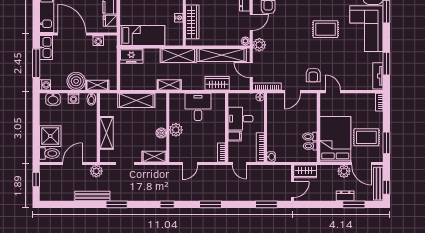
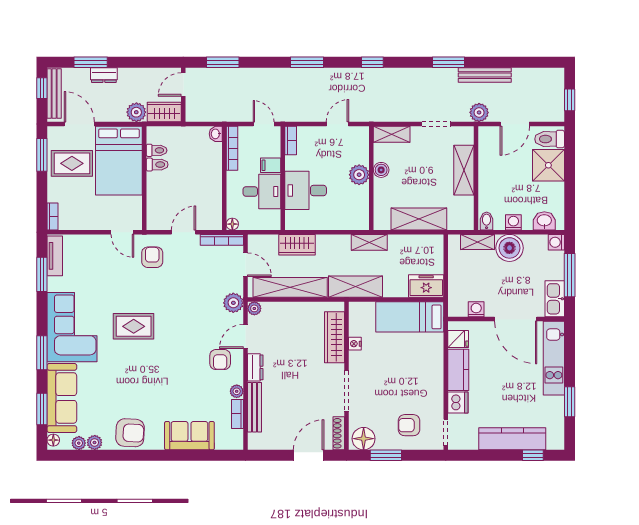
desk: (198, 107) -> (306, 190), moved, turned 90
plant: (344, 171) -> (136, 112), moved

